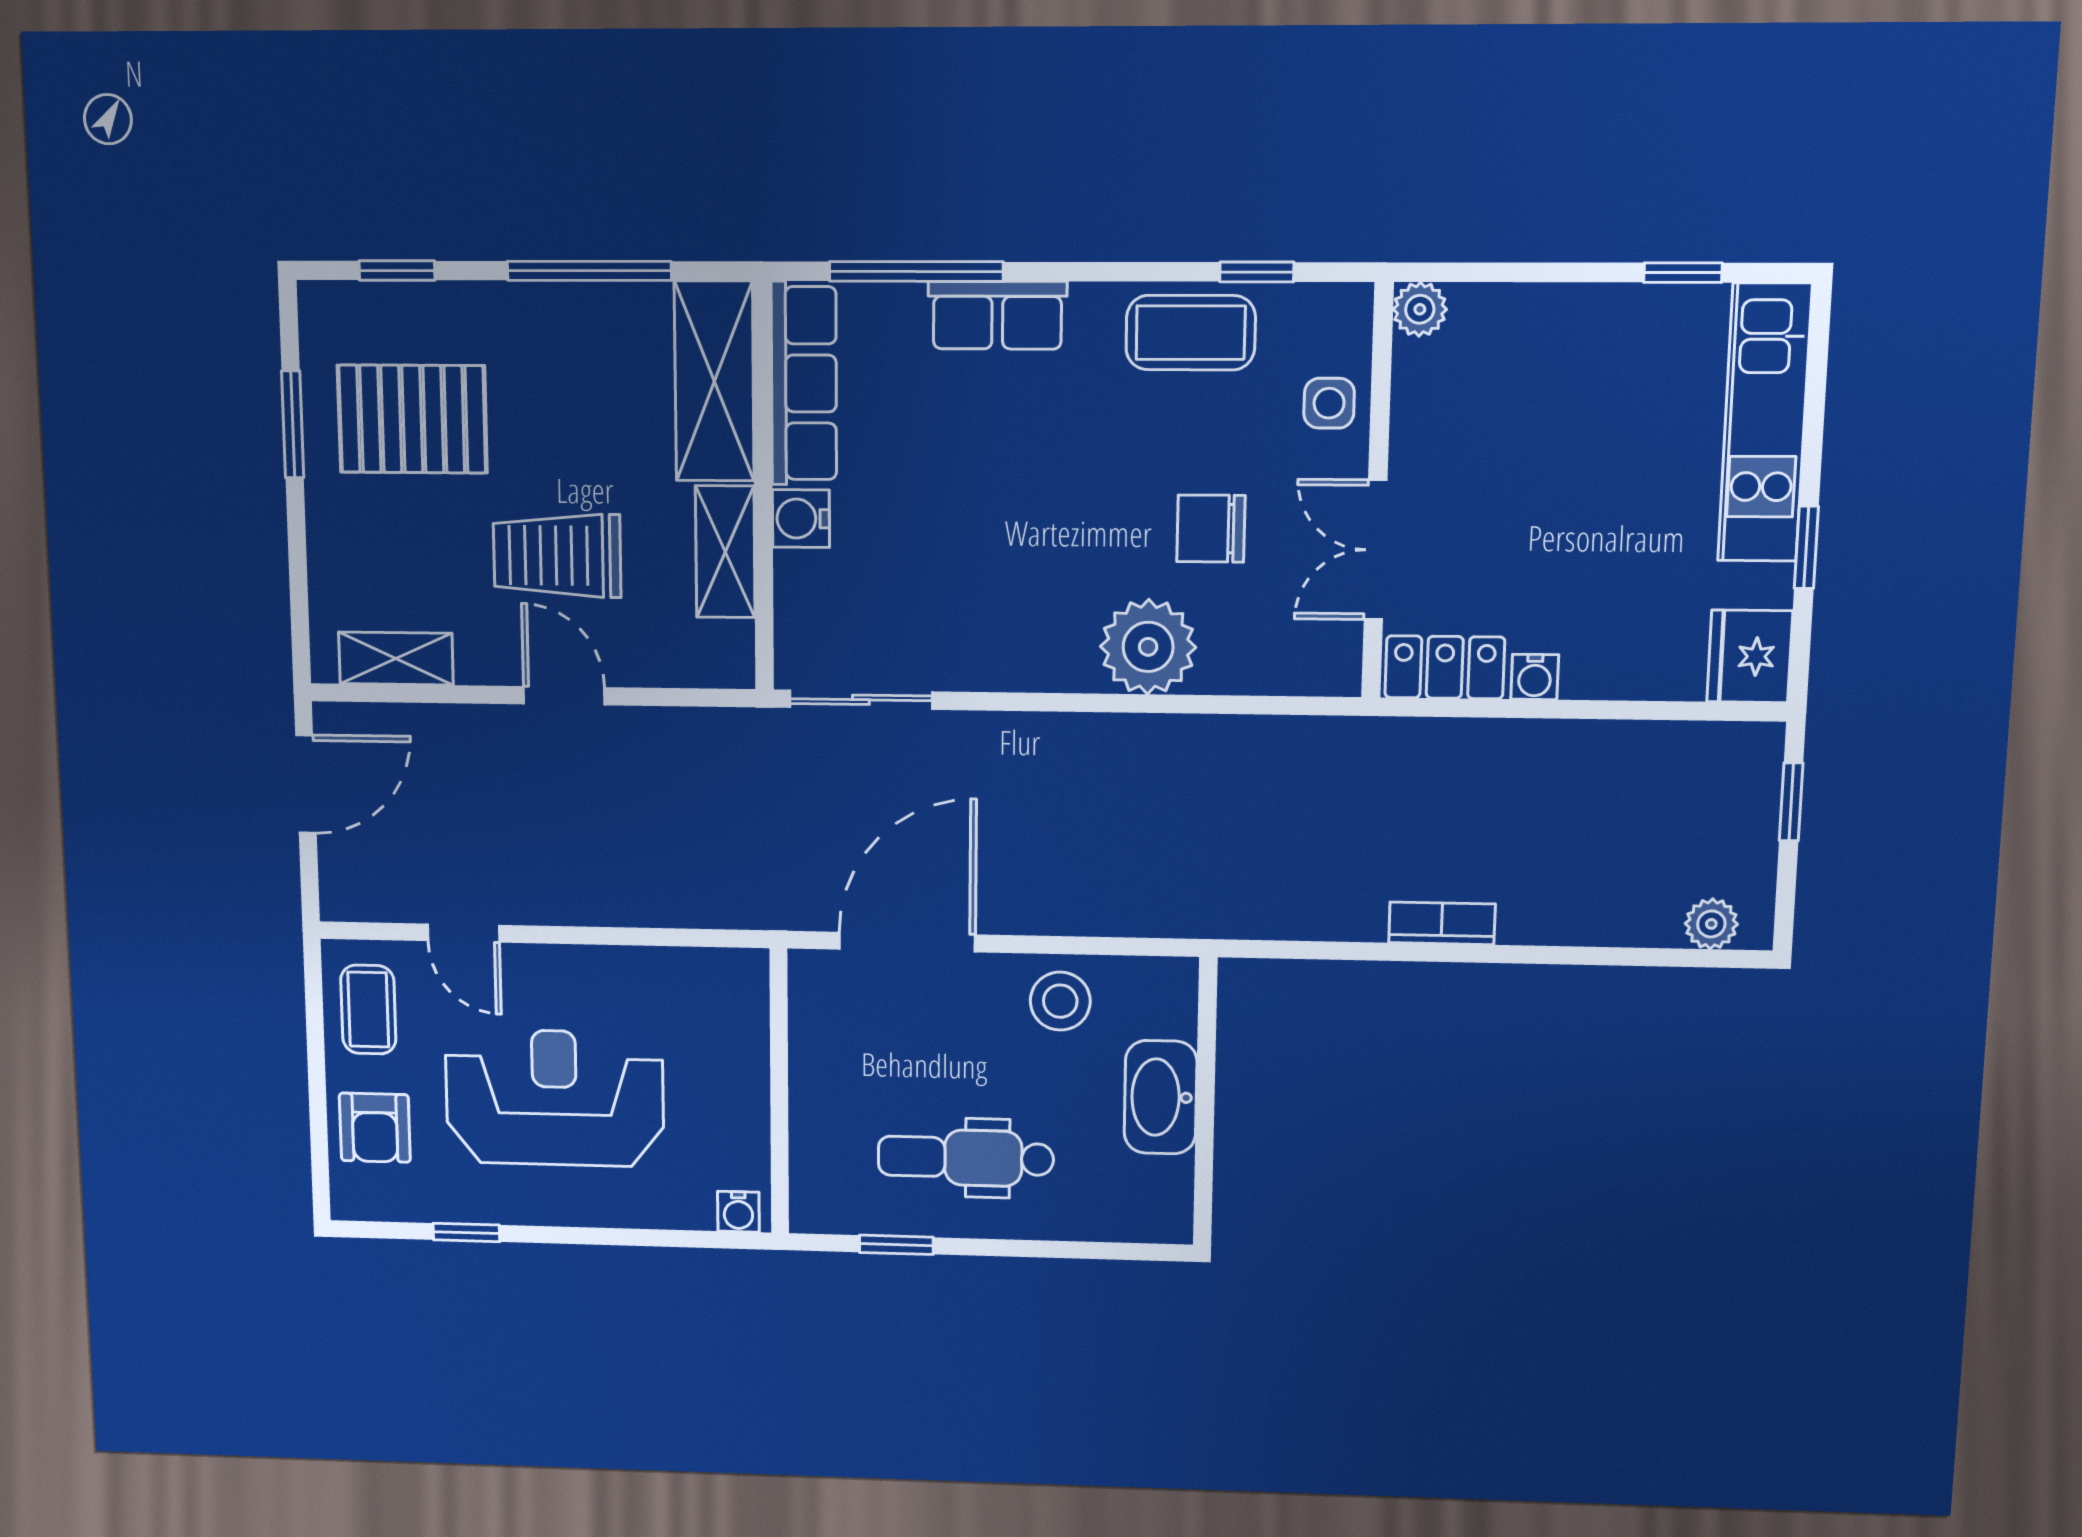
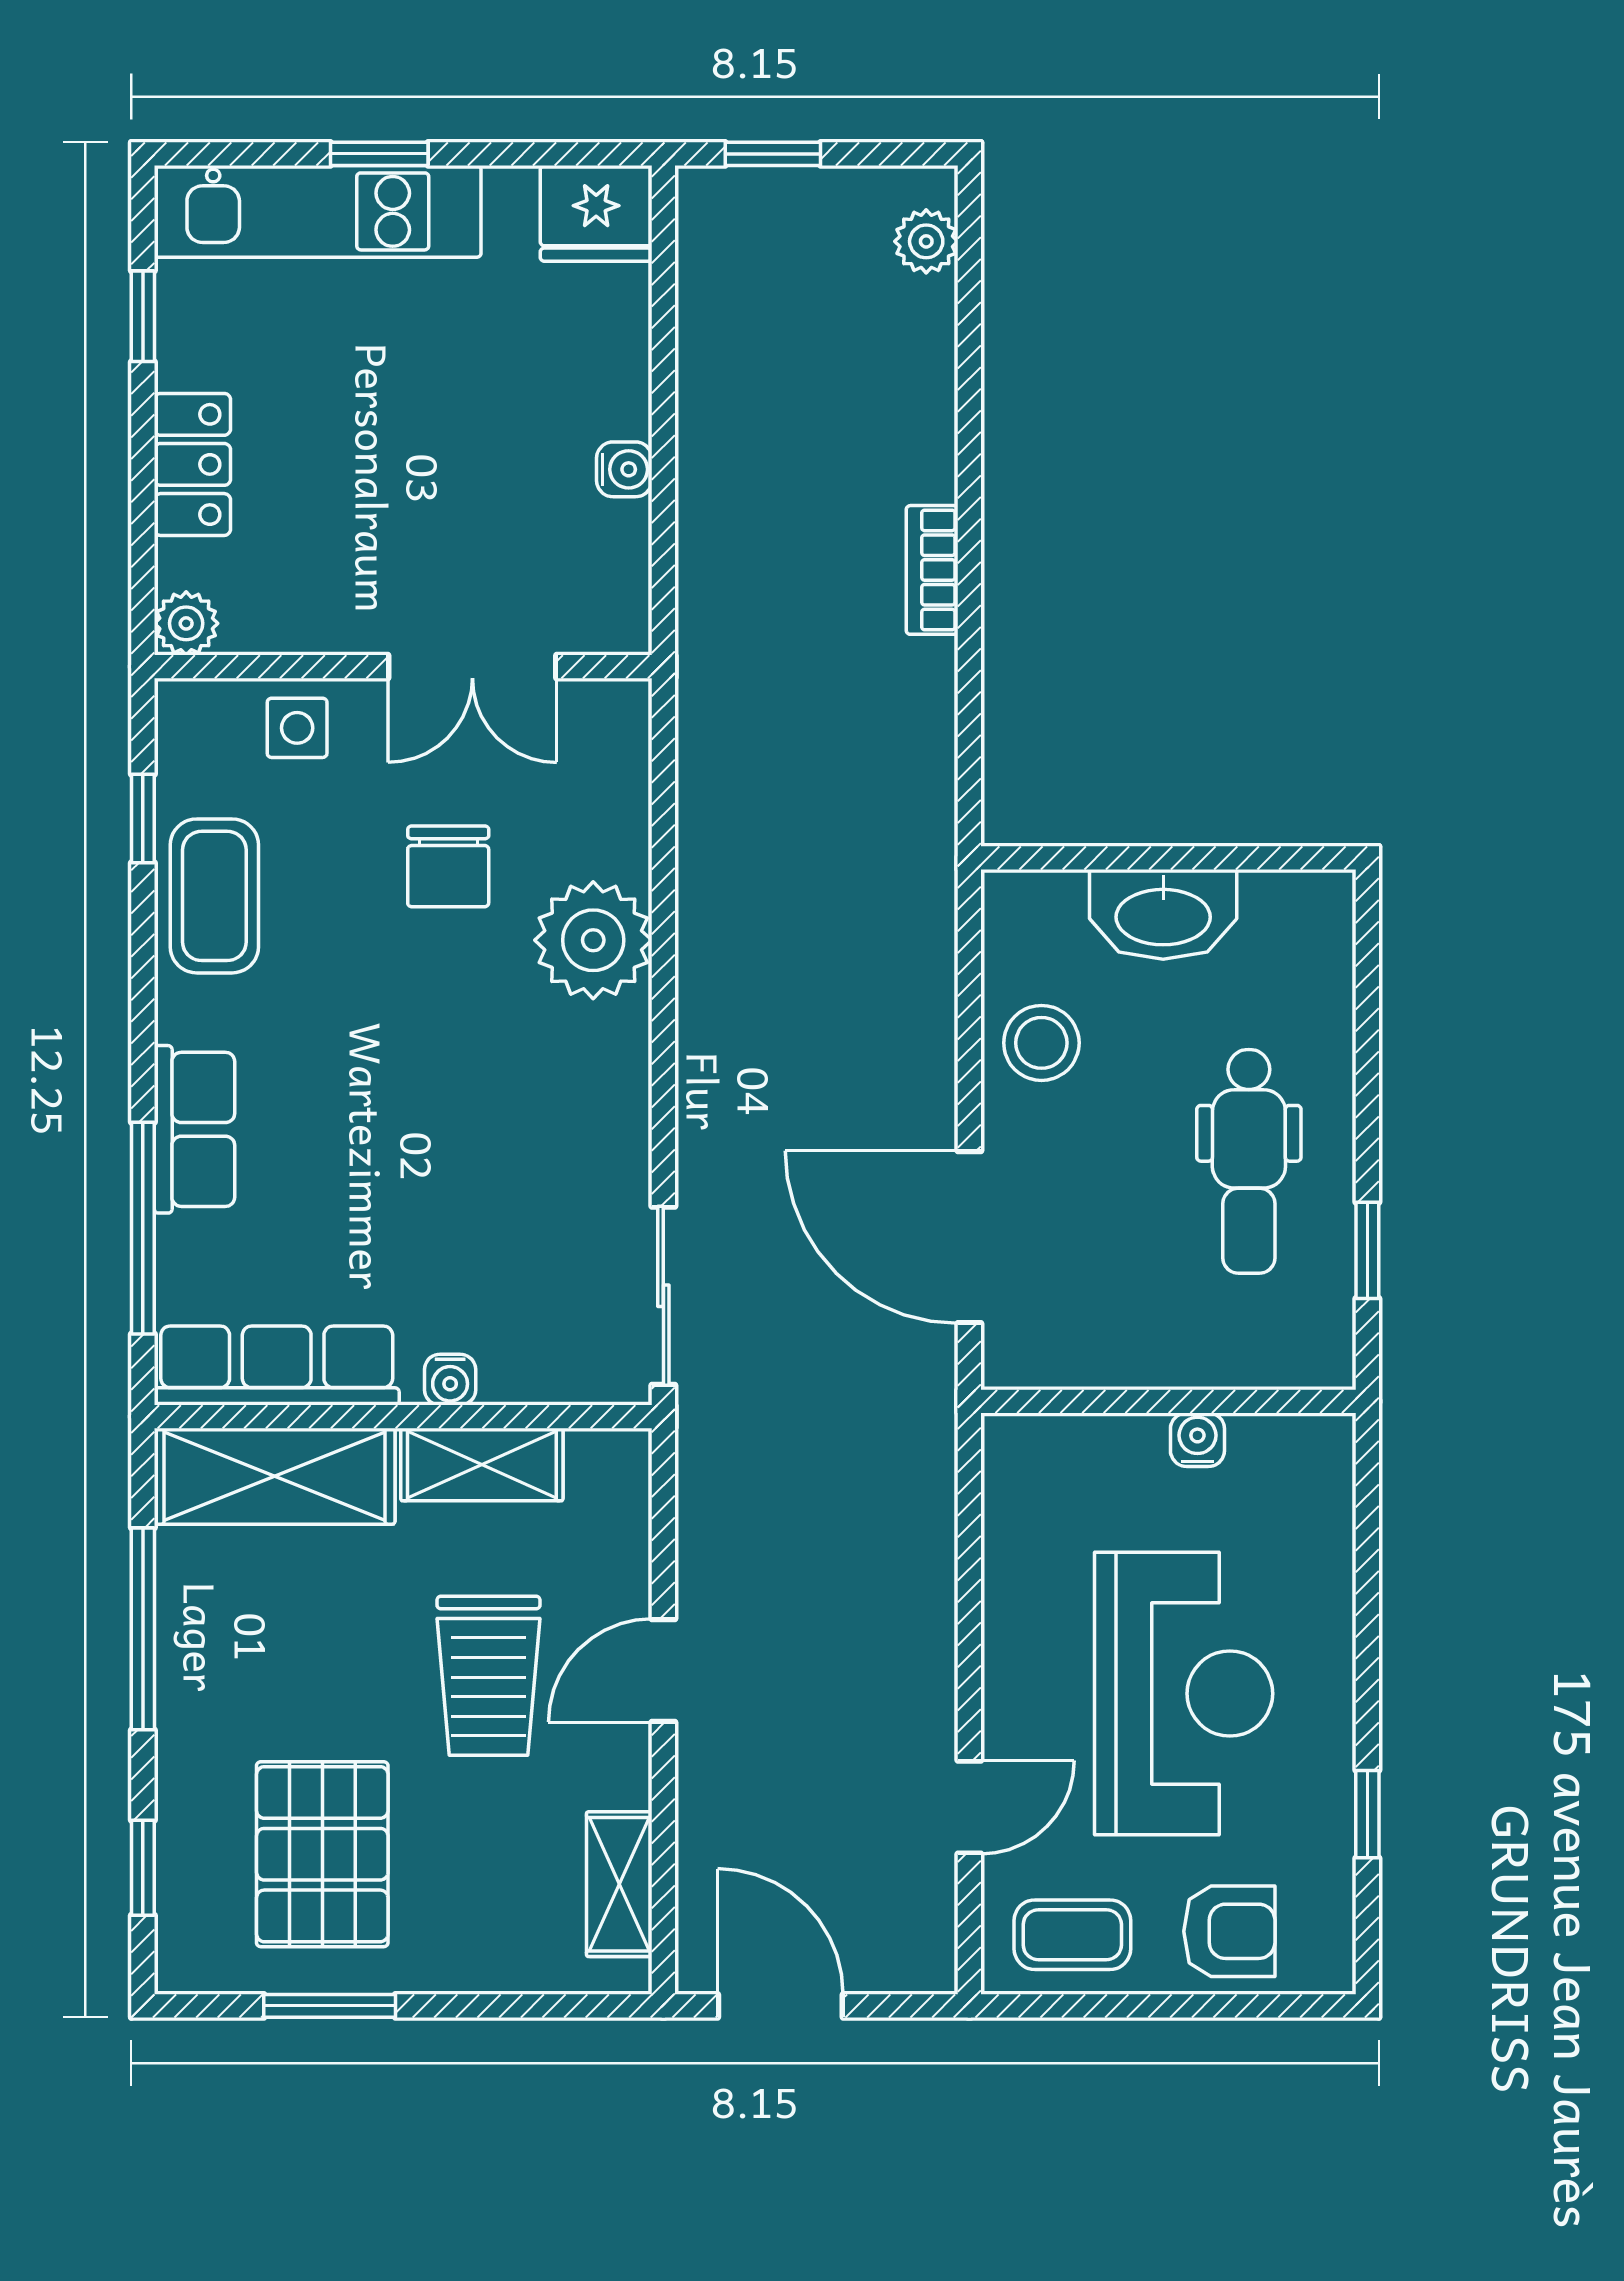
water cooler: (801, 519) -> (450, 1380), width x0.72, depth x0.72
window: (1806, 547) -> (379, 154), moved
locker: (1445, 667) -> (192, 464), moved, turned 180
reception desk: (555, 1098) -> (1184, 1694), turned 180
water cooler: (738, 1212) -> (1197, 1440), moved, turned -90

